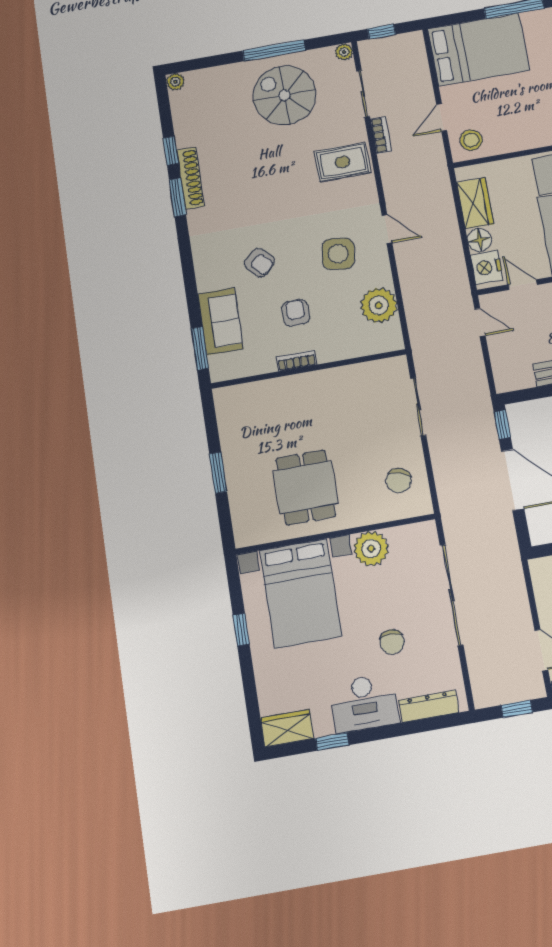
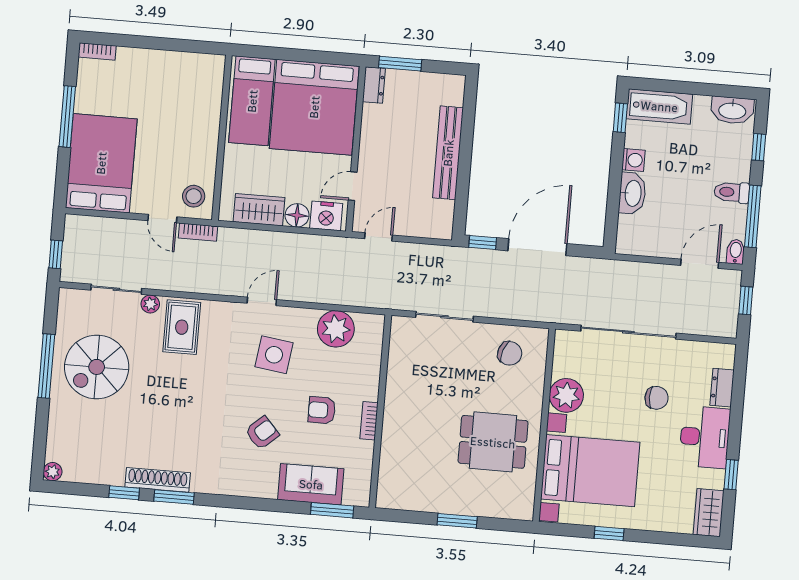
plant: (344, 52) -> (150, 304), moved
bookcase: (381, 135) -> (198, 232), moved, turned 180
dresser: (429, 706) -> (722, 388), width x0.70

